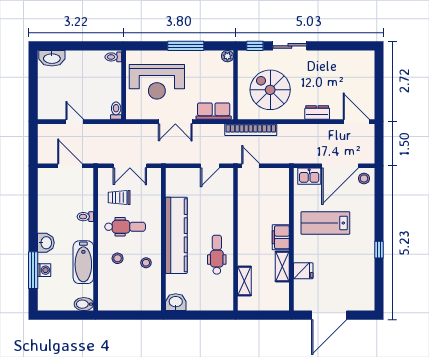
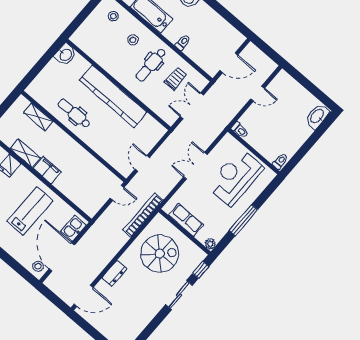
row of seats: (214, 111) -> (186, 220), moved, turned -90
dental chair: (217, 255) -> (74, 113), turned 180
stool: (146, 263) -> (113, 16), moved

